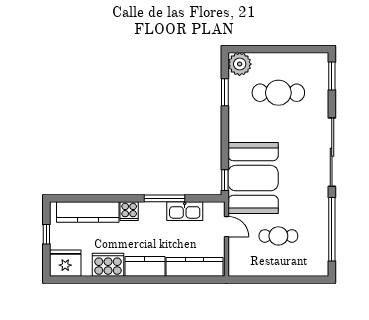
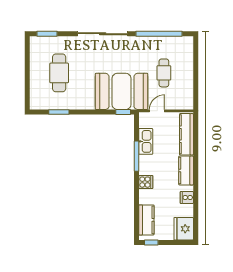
plant: (240, 64) -> (38, 101), removed
kitchen counter: (88, 212) -> (146, 220), width x0.67
window: (46, 234) -> (151, 243), moved
cooker: (108, 265) -> (187, 197), width x0.53, depth x0.76

